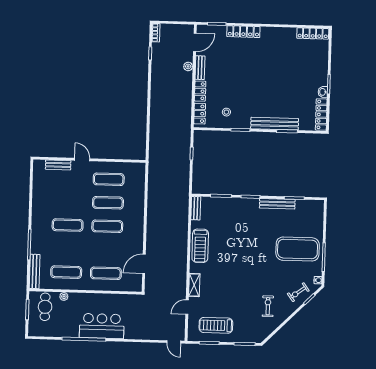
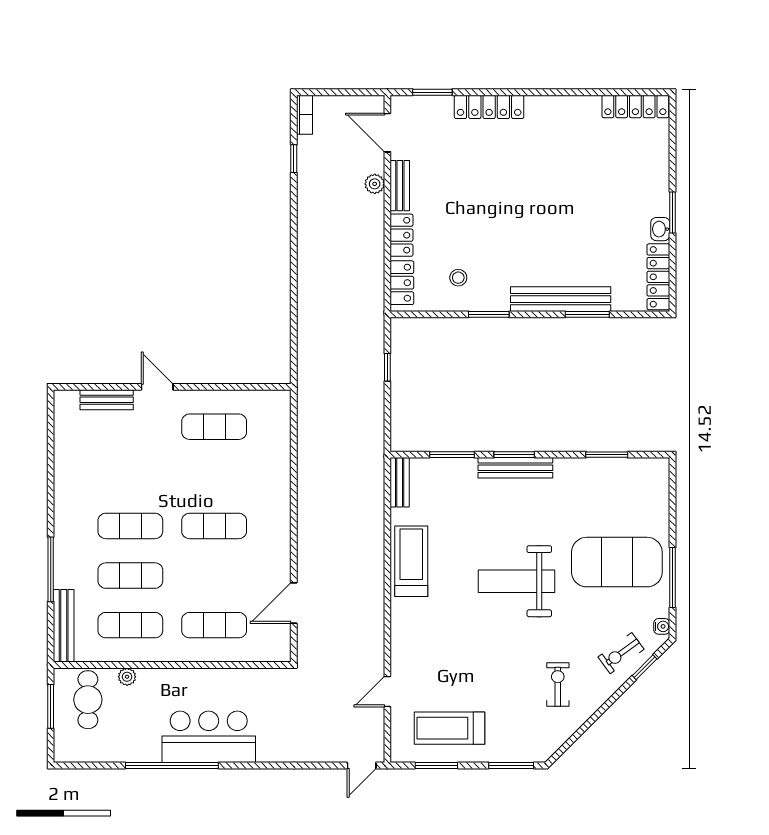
door: (195, 42) -> (387, 133), swing flipped
exercise mat: (108, 203) -> (130, 576), moved
bench: (277, 204) -> (515, 468), moved
treadmill: (200, 246) -> (411, 561), turned 180
weight bench: (250, 257) -> (516, 581), added
shelving: (194, 285) -> (401, 644), removed
door: (174, 342) -> (362, 766), hinge flipped

